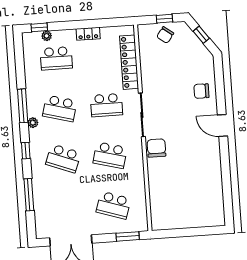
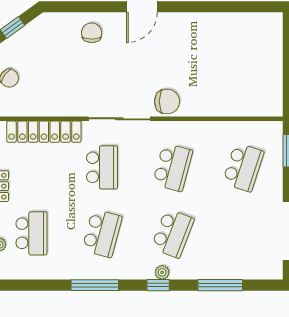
chair: (201, 91) -> (92, 33), turned 180
plant: (33, 123) -> (162, 272), moved
chair: (156, 148) -> (167, 101), turned 180

